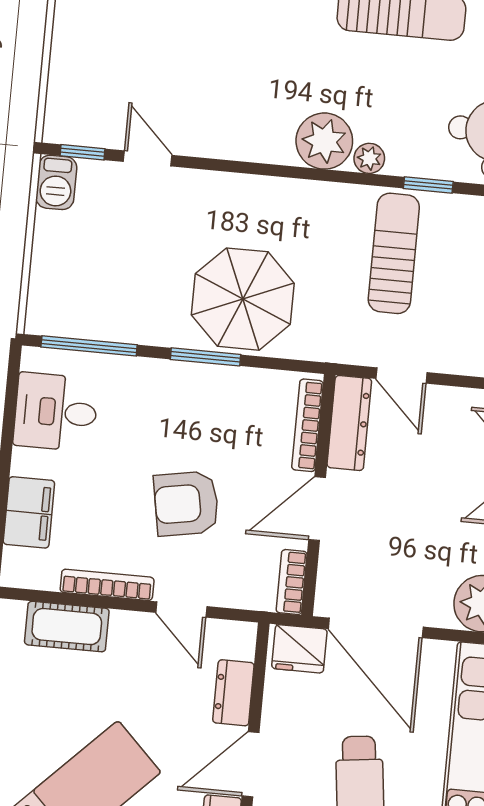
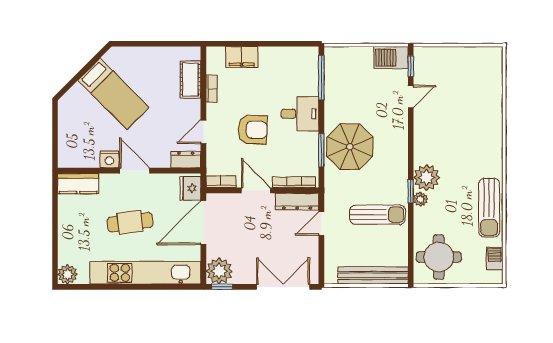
barbecue: (56, 182) -> (391, 58), width x1.38, depth x1.27
window: (428, 185) -> (411, 191), moved
window: (206, 357) -> (321, 150), moved
desk: (56, 412) -> (300, 114), moved, turned 90
armchair: (186, 503) -> (253, 130), turned 102
bookcase: (107, 585) -> (212, 89), width x0.64
dresser: (233, 693) -> (186, 160), moved

